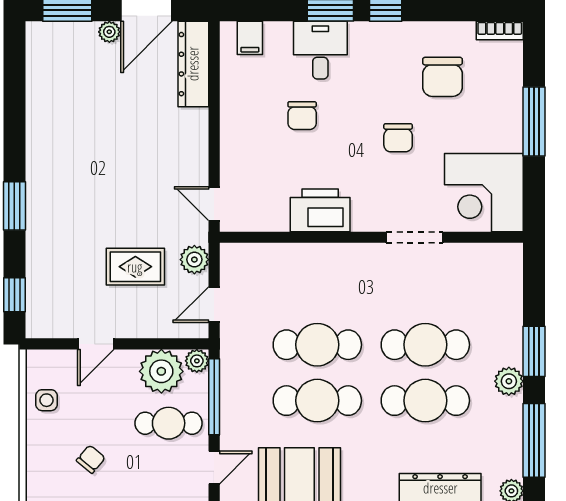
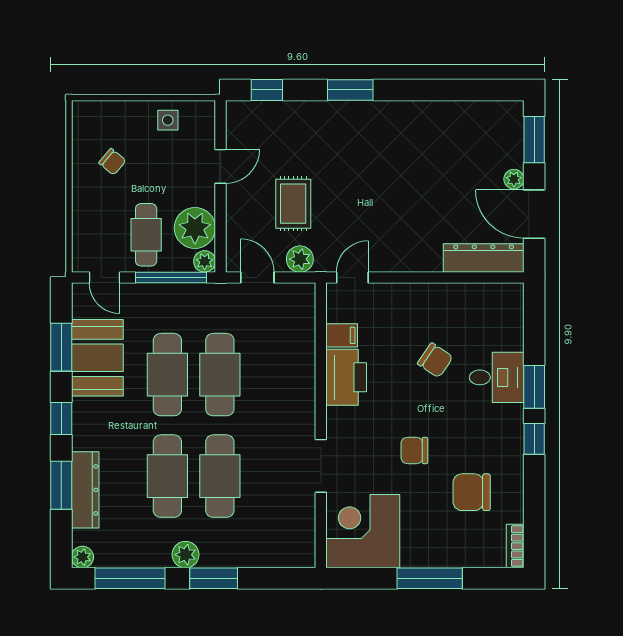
filing cabinet: (250, 38) -> (342, 335), moved, turned 180
chair: (302, 116) -> (435, 360), turned -146
door: (96, 344) -> (221, 166), swing flipped

